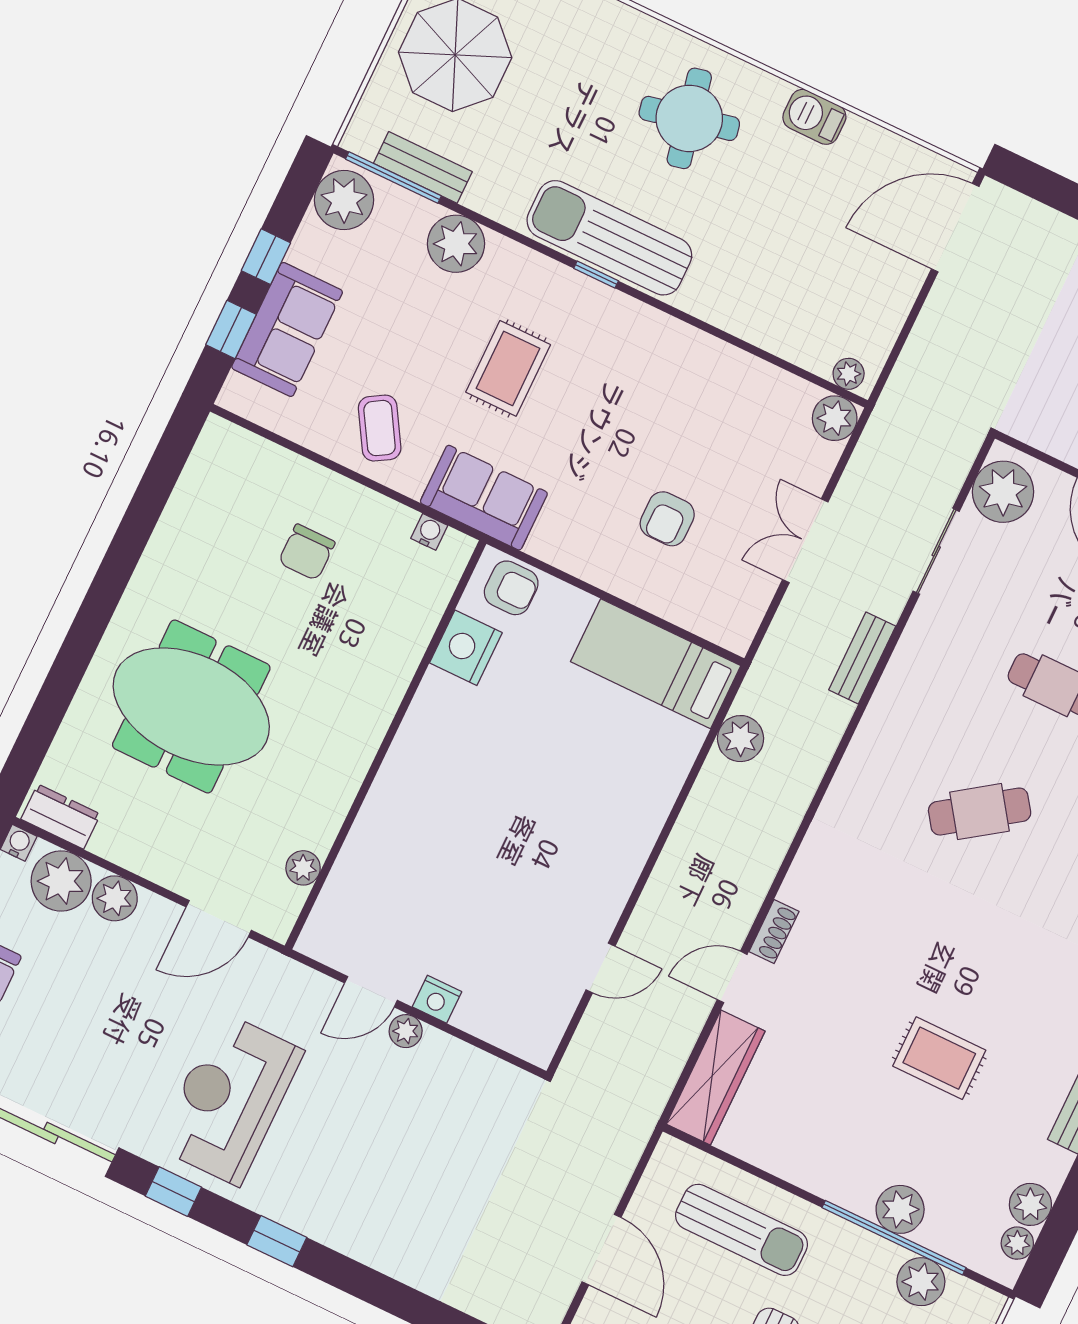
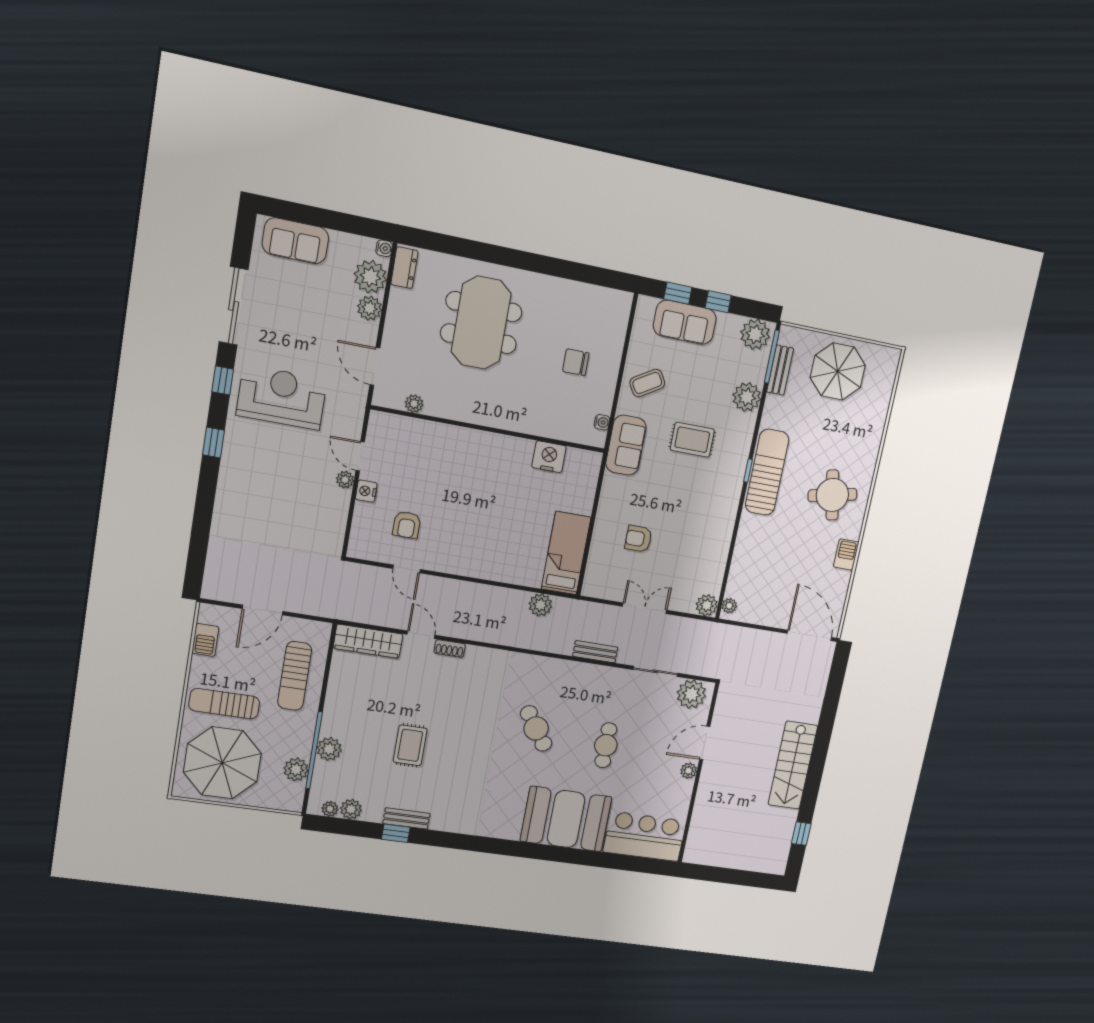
armchair: (511, 588) -> (407, 525), moved

